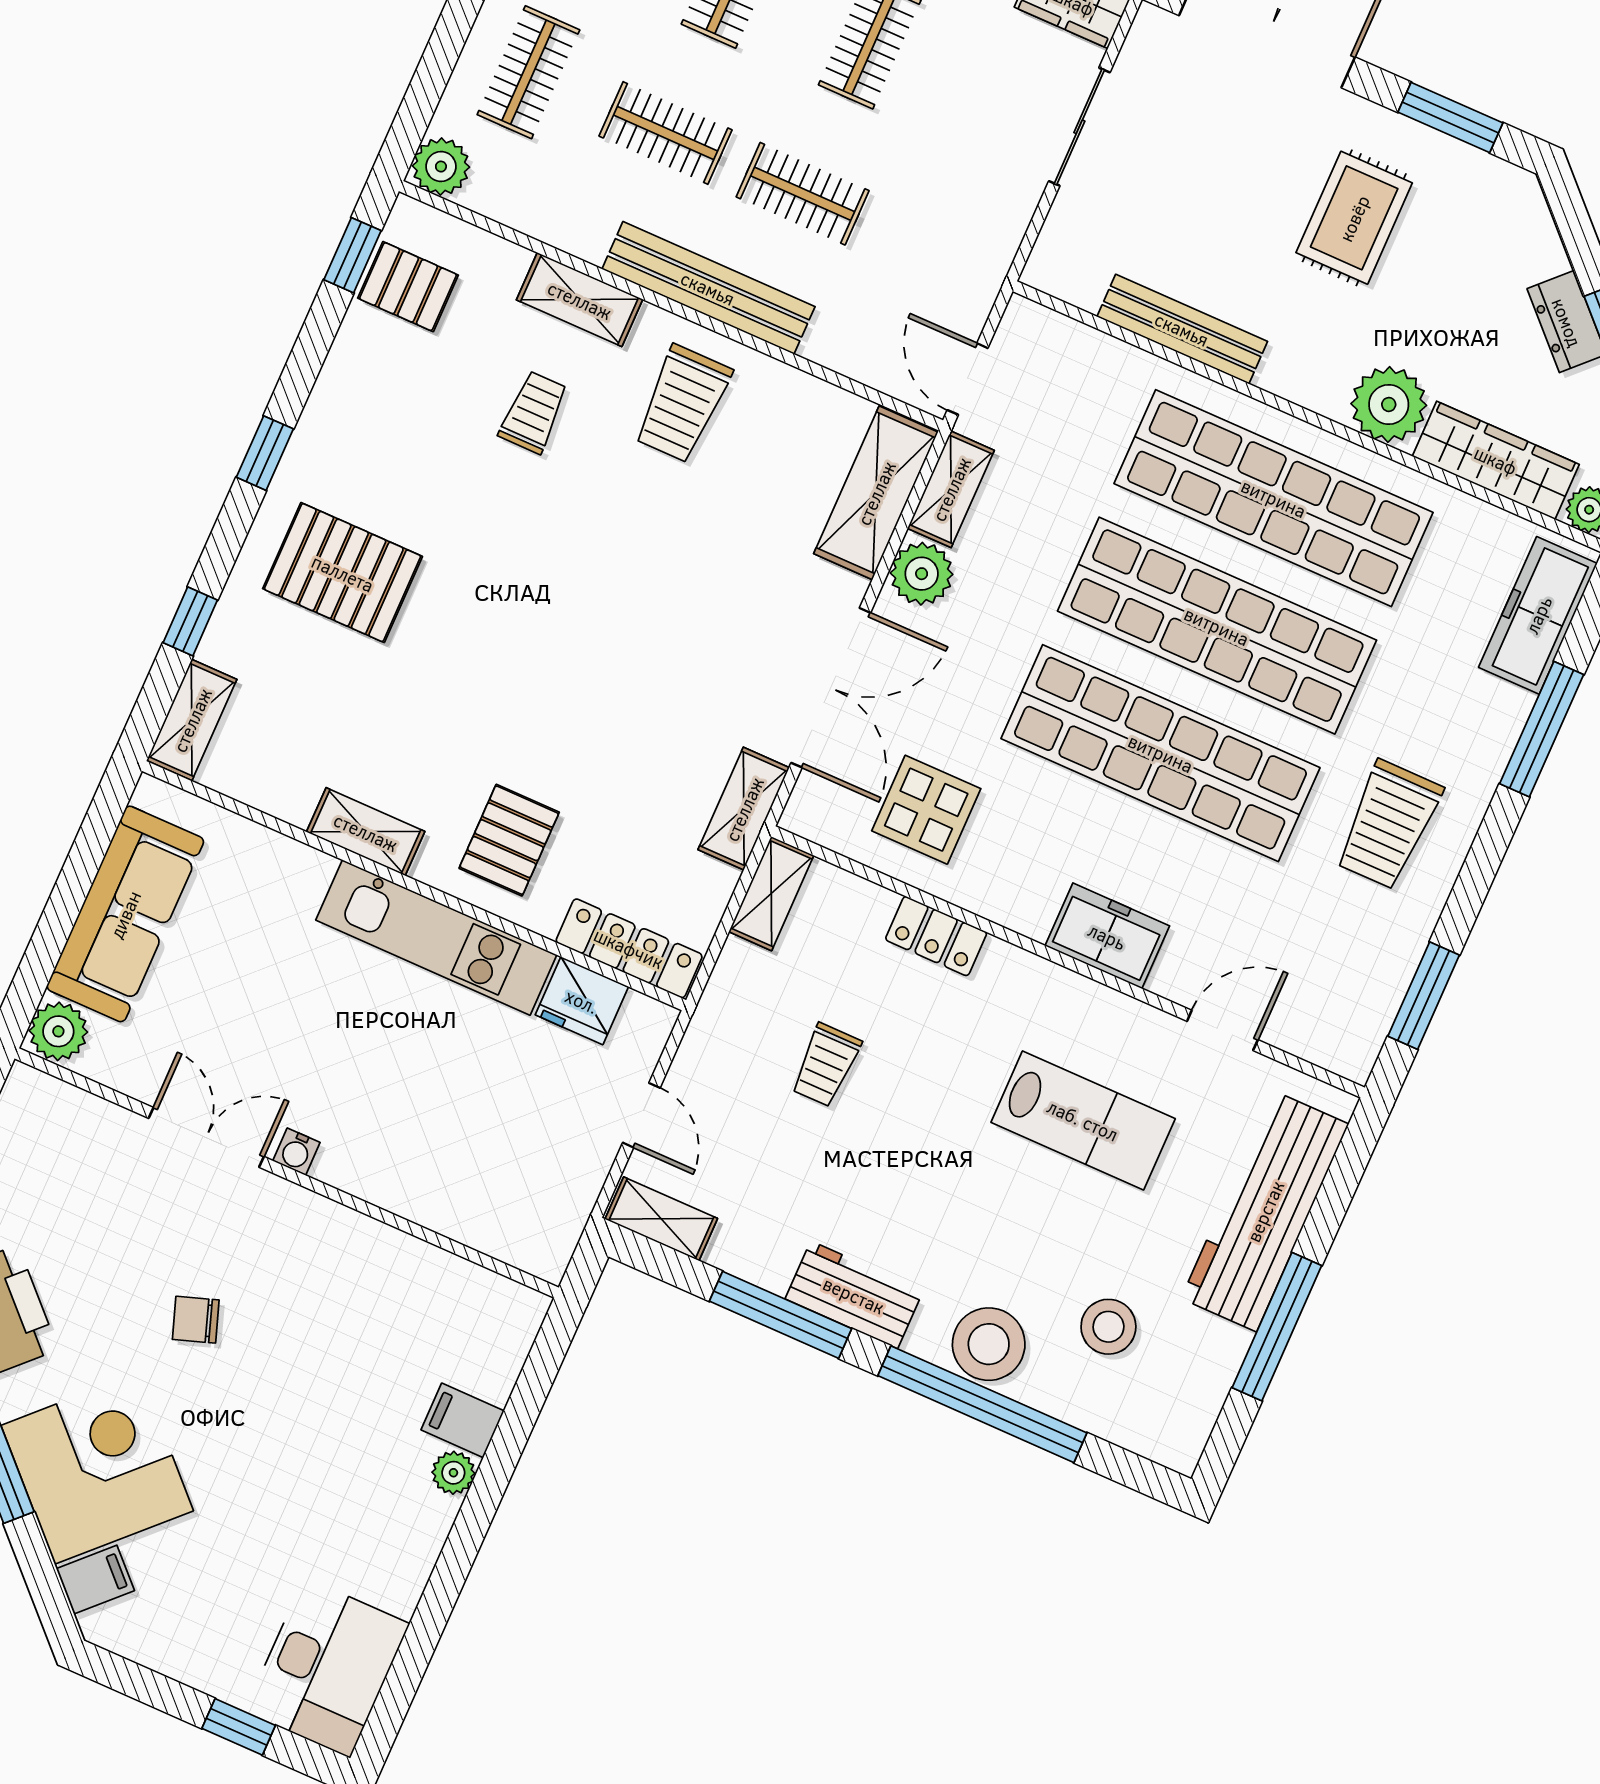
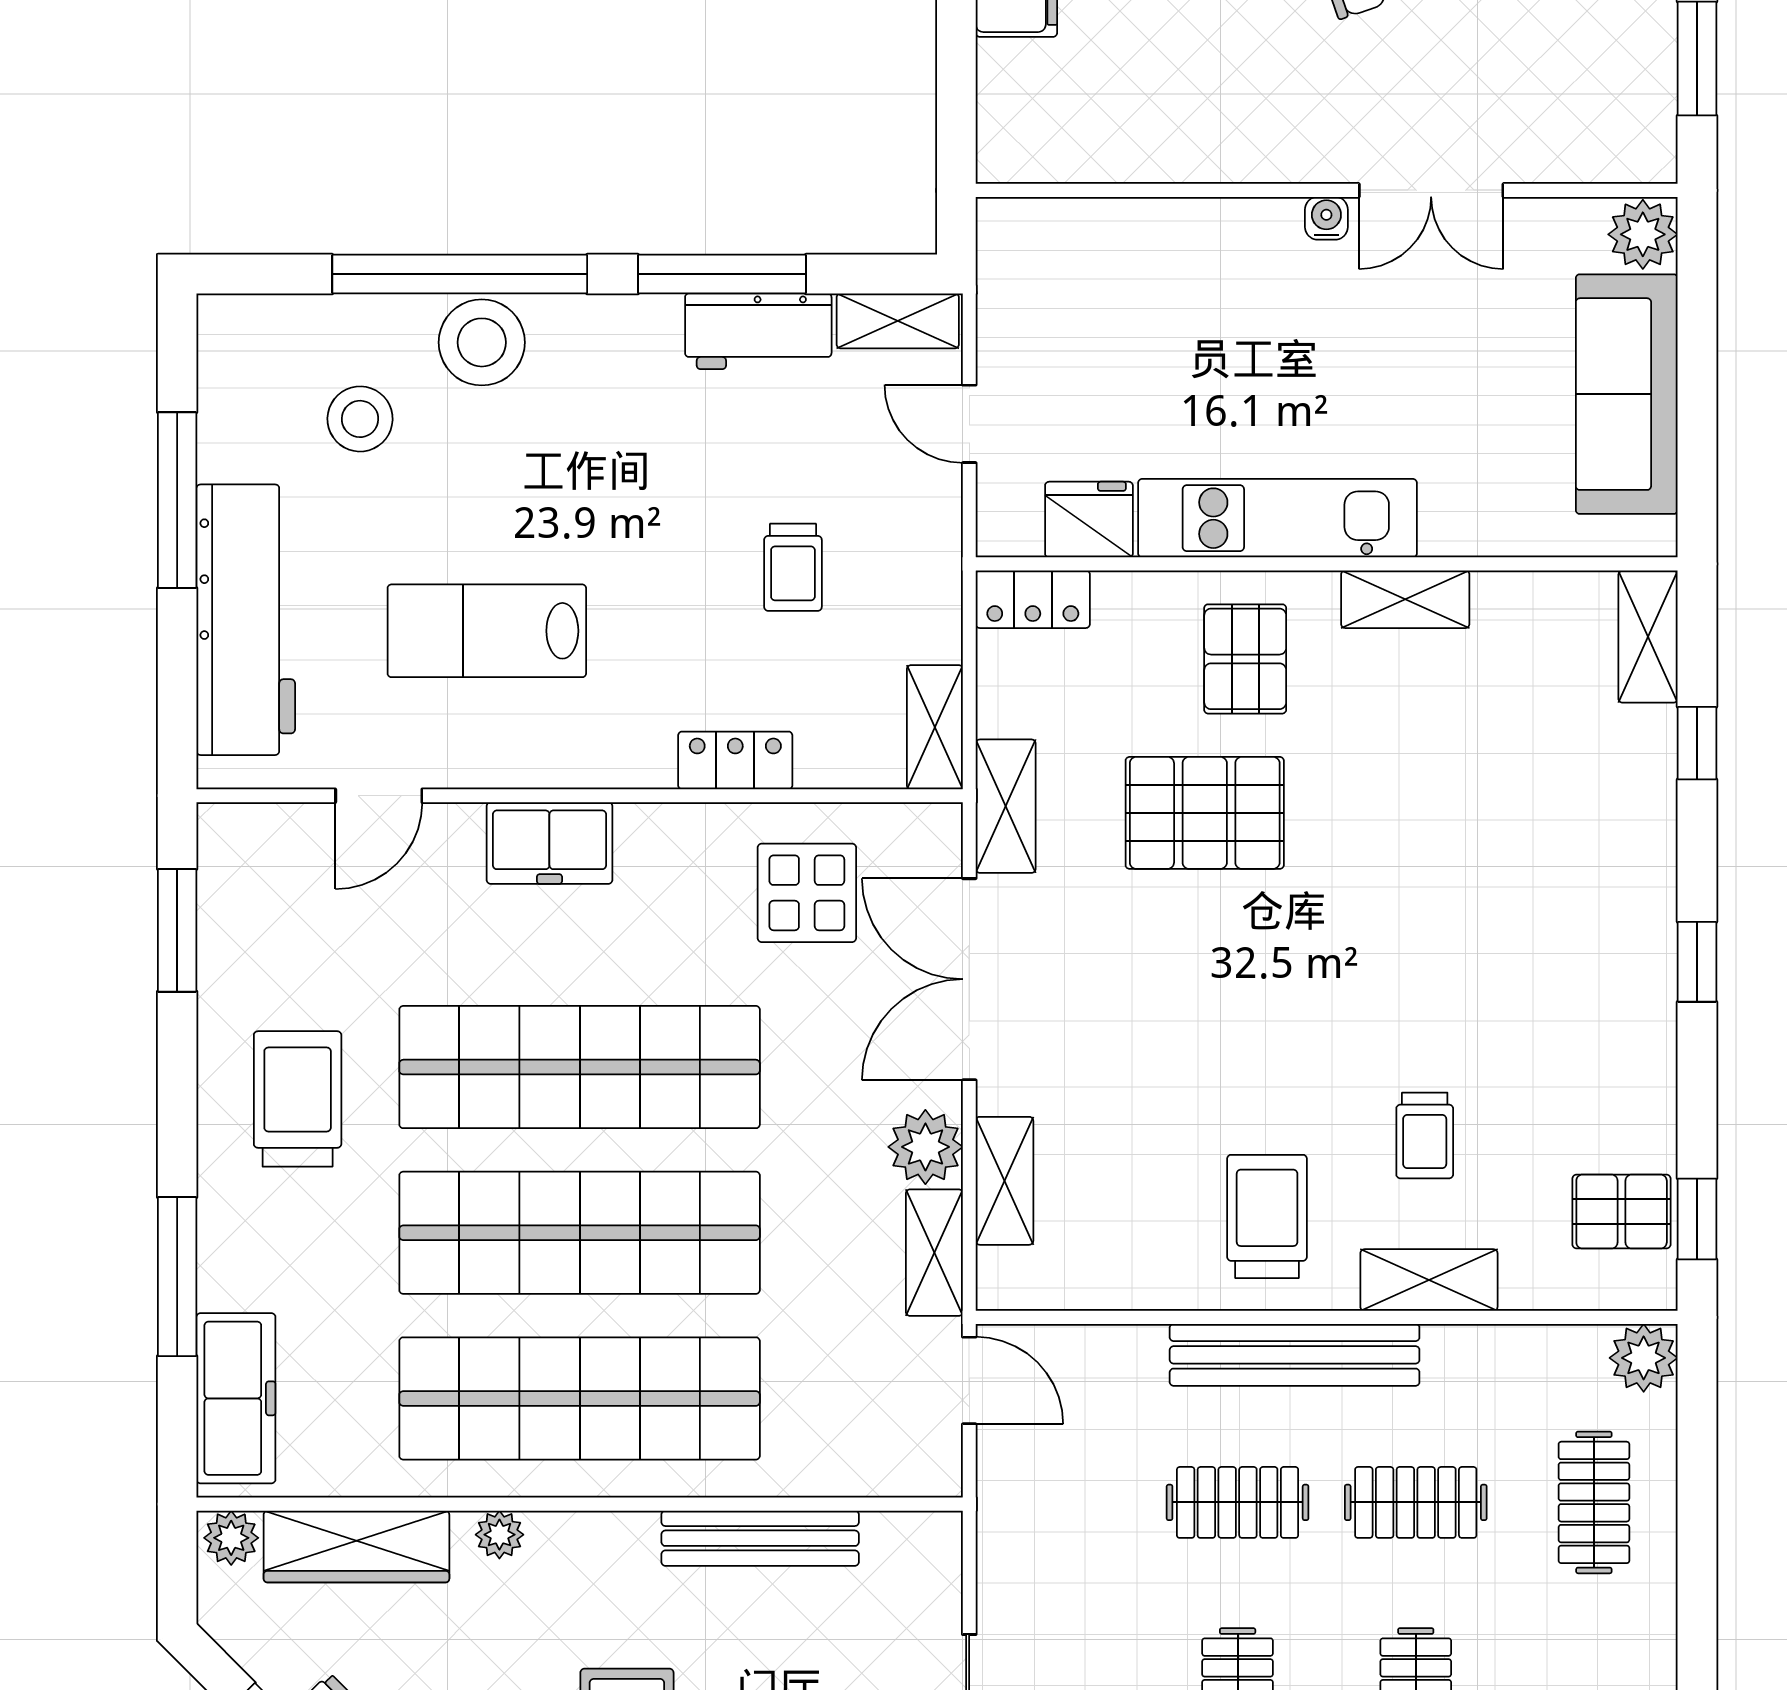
plant: (1389, 404) -> (499, 1535), width x0.53, depth x0.53
shelving: (876, 493) -> (1004, 1181), width x0.67, depth x0.75
pallet: (343, 573) -> (1205, 813), moved
locker: (629, 948) -> (1033, 599), width x0.66
trolley: (826, 1065) -> (793, 567), turned 180
workbench: (854, 1295) -> (758, 331), moved

